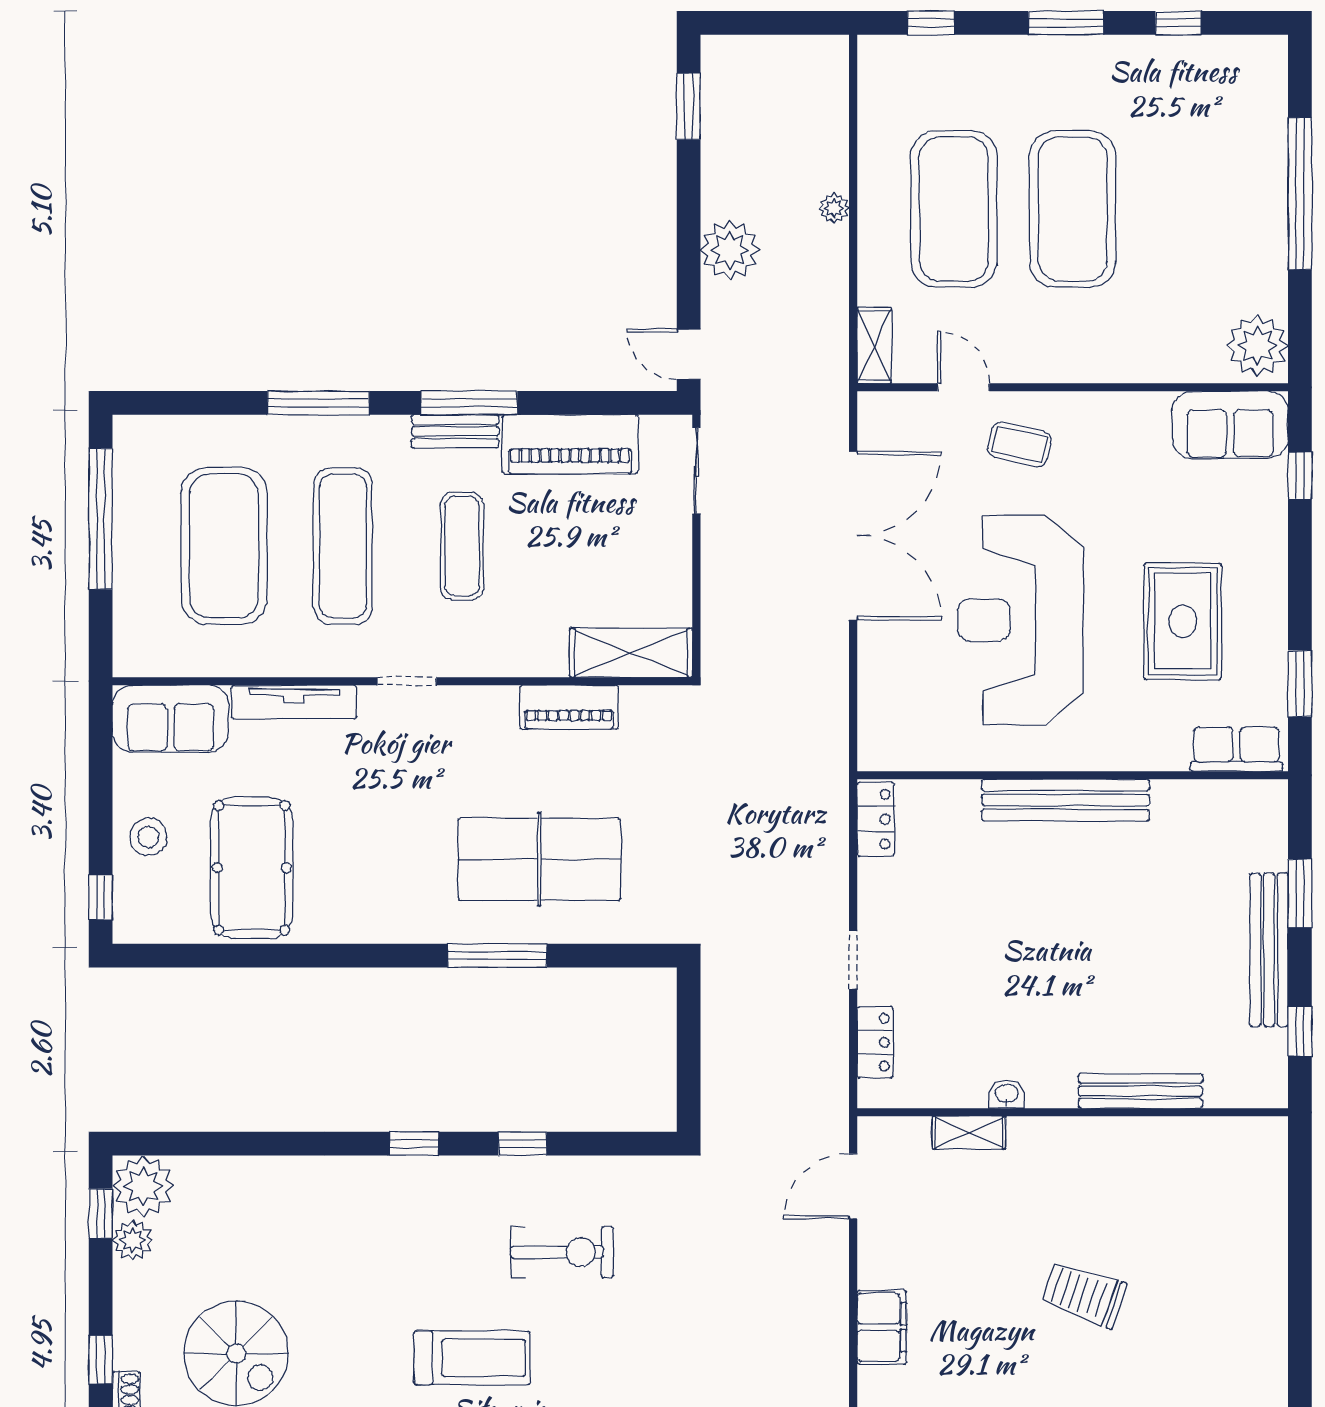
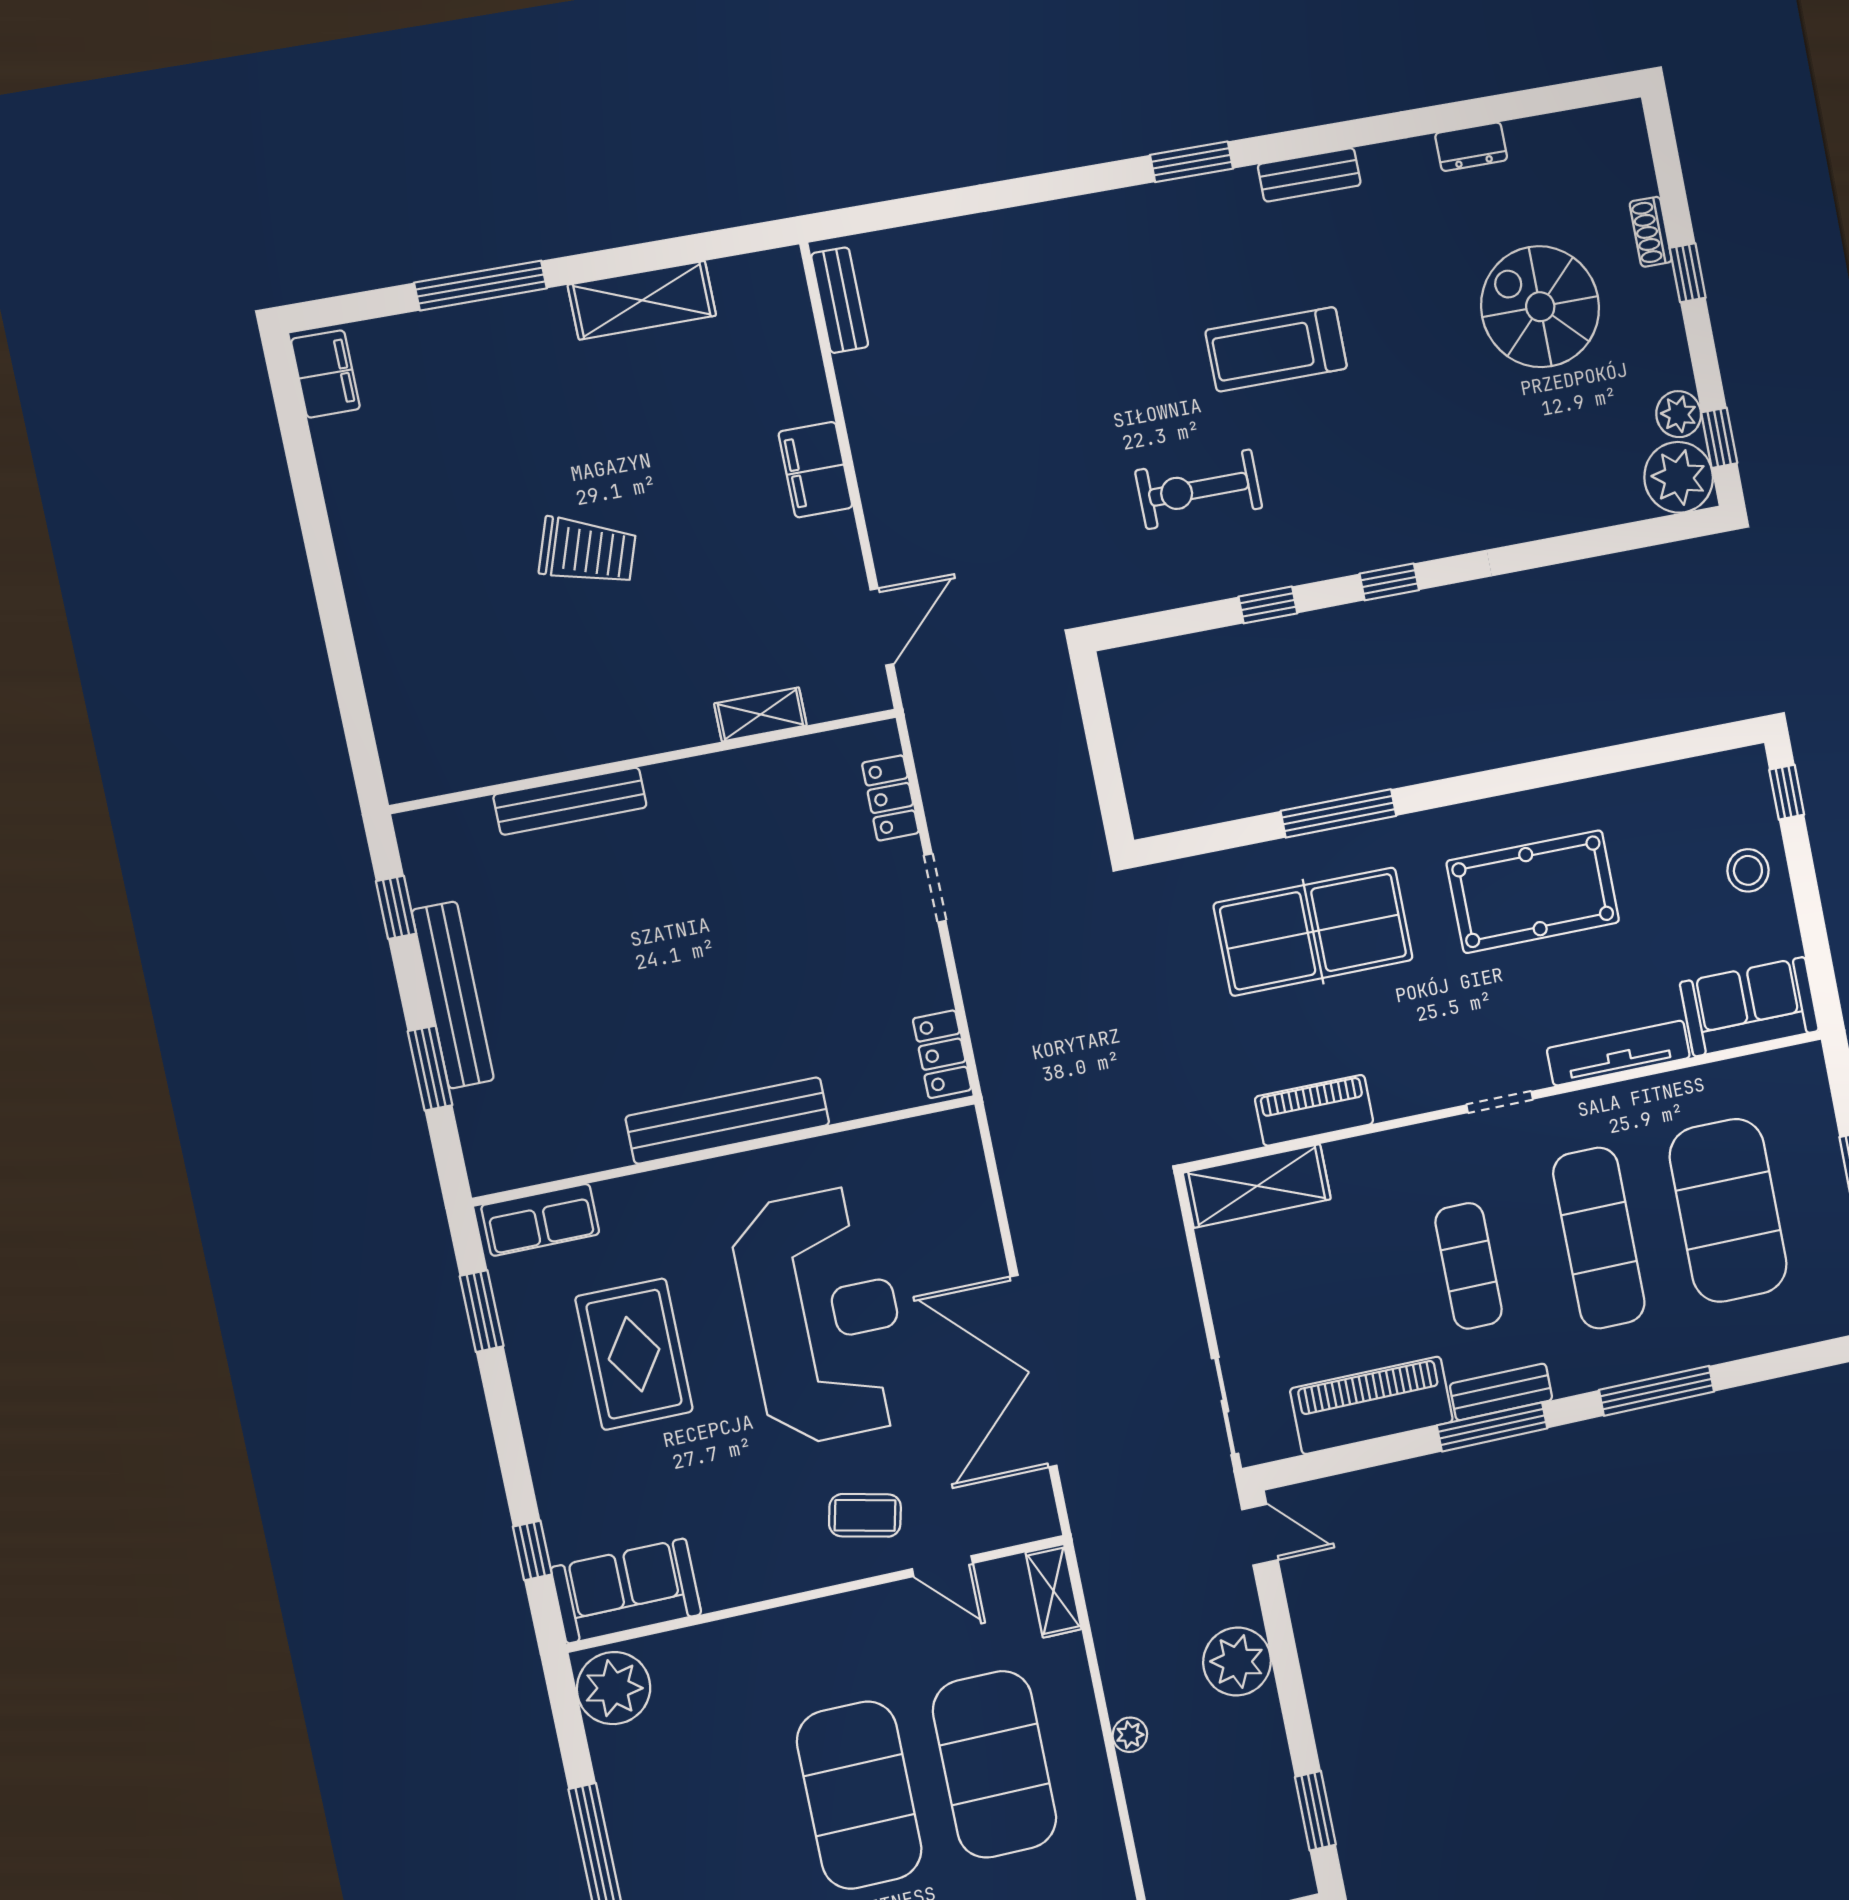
pool table: (252, 868) -> (1533, 892), moved, turned 90
washbasin: (1007, 1094) -> (726, 767), removed

